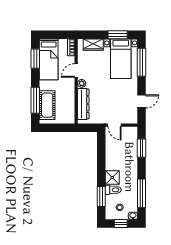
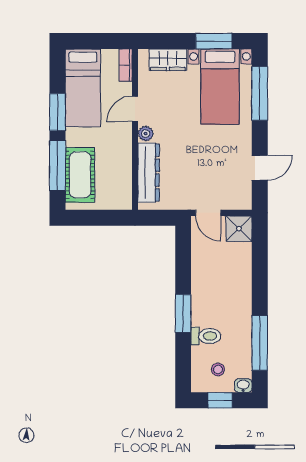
window: (35, 59) -> (57, 112), moved
window: (142, 148) -> (260, 257), removed
shower: (112, 177) -> (239, 229), moved
window: (101, 197) -> (183, 313), moved

